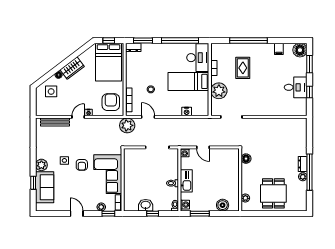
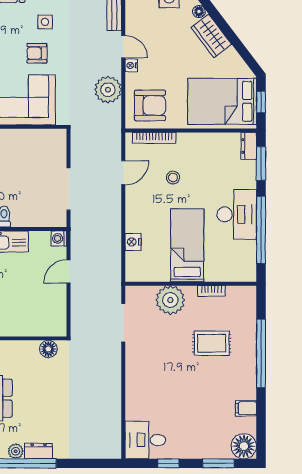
desk: (198, 58) -> (237, 214), moved, turned -90
desk: (296, 87) -> (145, 440), moved, turned 90
plant: (127, 125) -> (108, 90), moved

